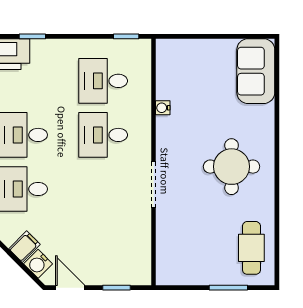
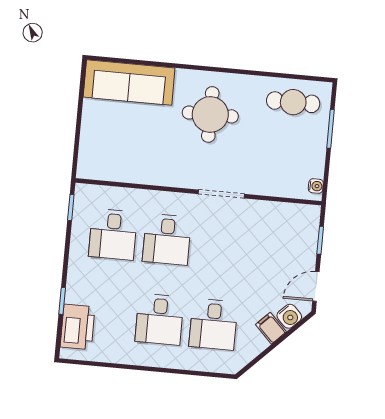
sofa: (256, 71) -> (129, 83), width x1.36
water cooler: (163, 108) -> (316, 186), moved, turned -90

